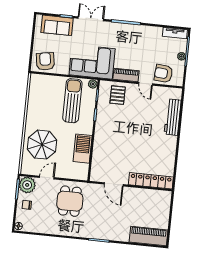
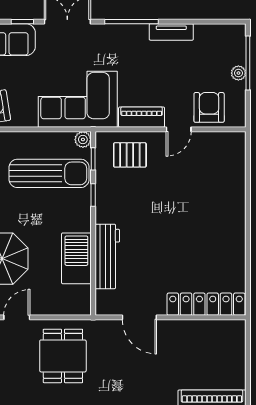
tv unit: (175, 33) -> (171, 32), moved
armchair: (163, 73) -> (209, 107), turned 85
door: (146, 84) -> (179, 129), hinge flipped
pallet: (118, 95) -> (130, 155), turned 90
sun lounger: (72, 101) -> (49, 173), turned 90
workbench: (173, 117) -> (107, 256), moved, turned 180

